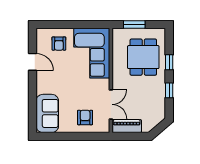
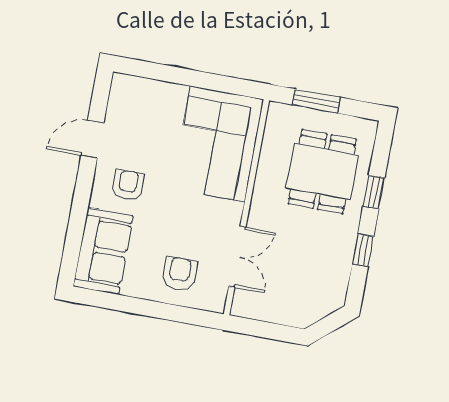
armchair: (59, 44) -> (128, 185), moved, turned 180
door: (32, 62) -> (92, 139), swing flipped
piano: (127, 126) -> (262, 307), removed

